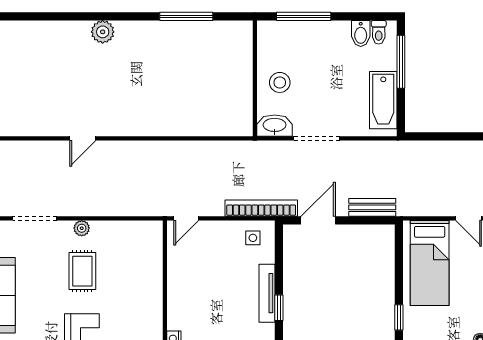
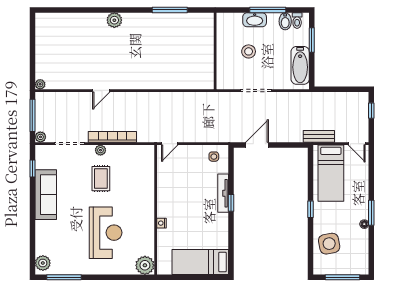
window: (304, 16) -> (268, 10), moved
window: (401, 62) -> (312, 40), width x0.69
stool: (280, 82) -> (249, 51), moved
washbasin: (275, 126) -> (255, 20), moved, turned 180
bench: (372, 207) -> (319, 136), moved
bookcase: (261, 208) -> (112, 137), moved

